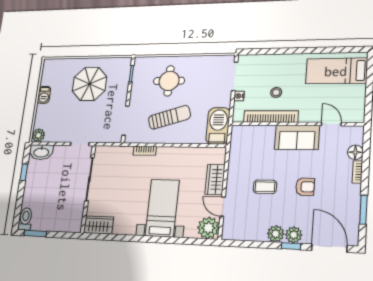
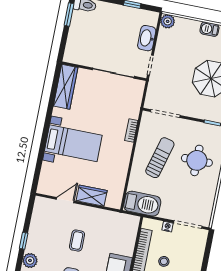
sun lounger: (169, 117) -> (160, 158), turned -148
washbasin: (41, 152) -> (147, 38), moved
wardrobe: (99, 225) -> (66, 87), width x1.50
plant: (208, 228) -> (48, 185), removed
plant: (276, 234) -> (33, 245), removed
window: (291, 246) -> (24, 241), moved

